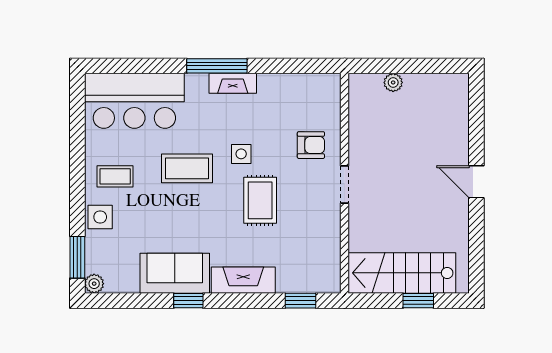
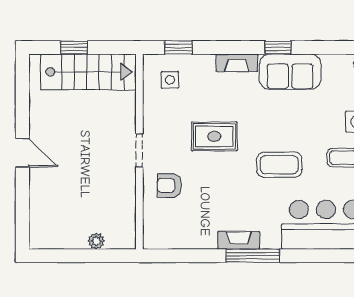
side table: (241, 154) -> (170, 80), moved
rug: (260, 200) -> (214, 136), turned 90
fireplace: (243, 280) -> (237, 63), width x0.73, depth x0.76

